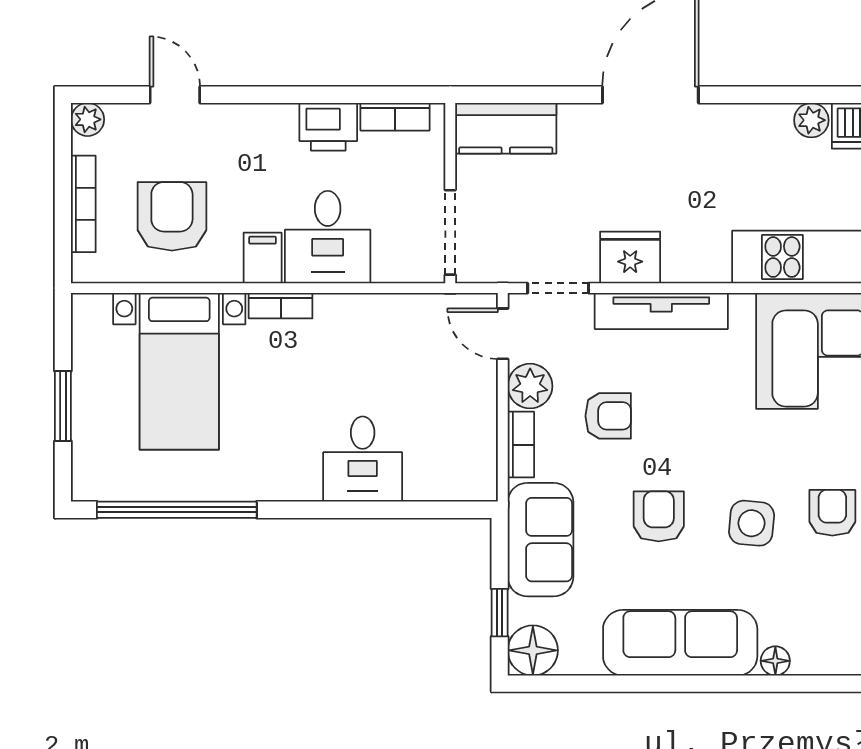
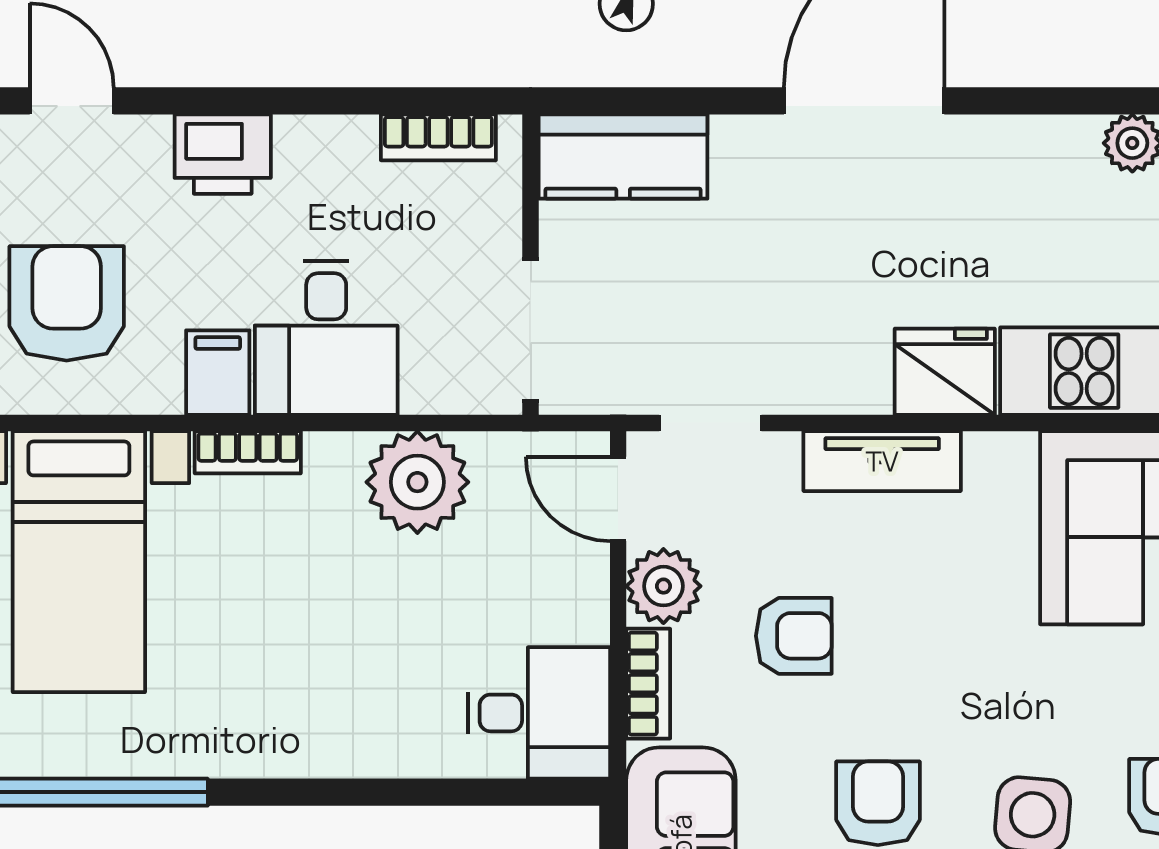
printer: (328, 127) -> (223, 154), moved
fridge: (630, 257) -> (945, 372), moved
tv unit: (661, 311) -> (882, 461), width x0.71
plant: (382, 324) -> (417, 482), added
desk: (363, 459) -> (539, 713), moved, turned -90

